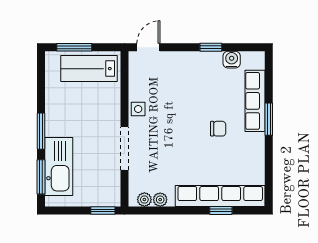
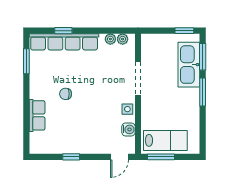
window: (74, 47) -> (161, 157), moved
water cooler: (232, 60) -> (128, 129), moved, turned -90
row of seats: (255, 101) -> (37, 115), width x0.68
window: (269, 119) -> (26, 61), moved
window: (103, 210) -> (184, 31), moved

